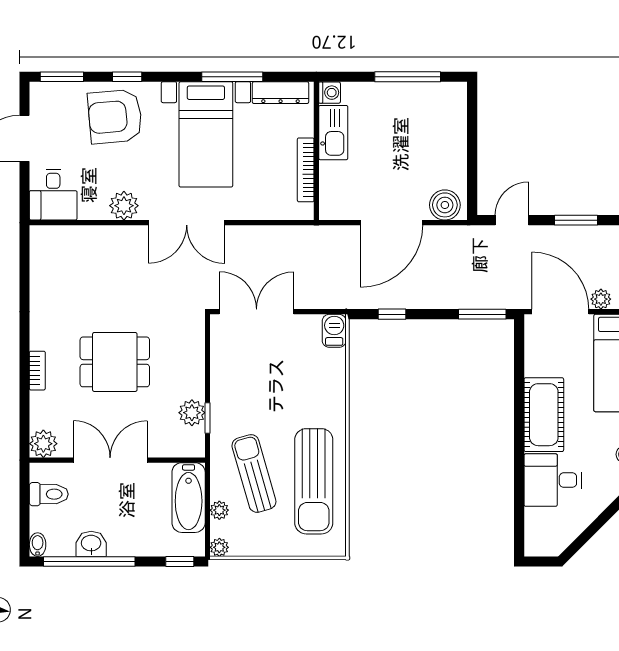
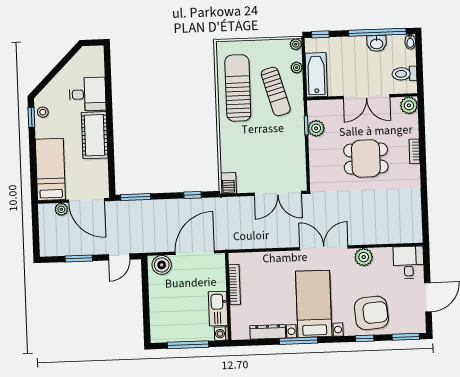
washing machine: (330, 93) -> (221, 334), moved
kitchen sink: (333, 133) -> (218, 309), moved
wall: (316, 151) -> (228, 297), moved
bookcase: (306, 170) -> (235, 284), moved

